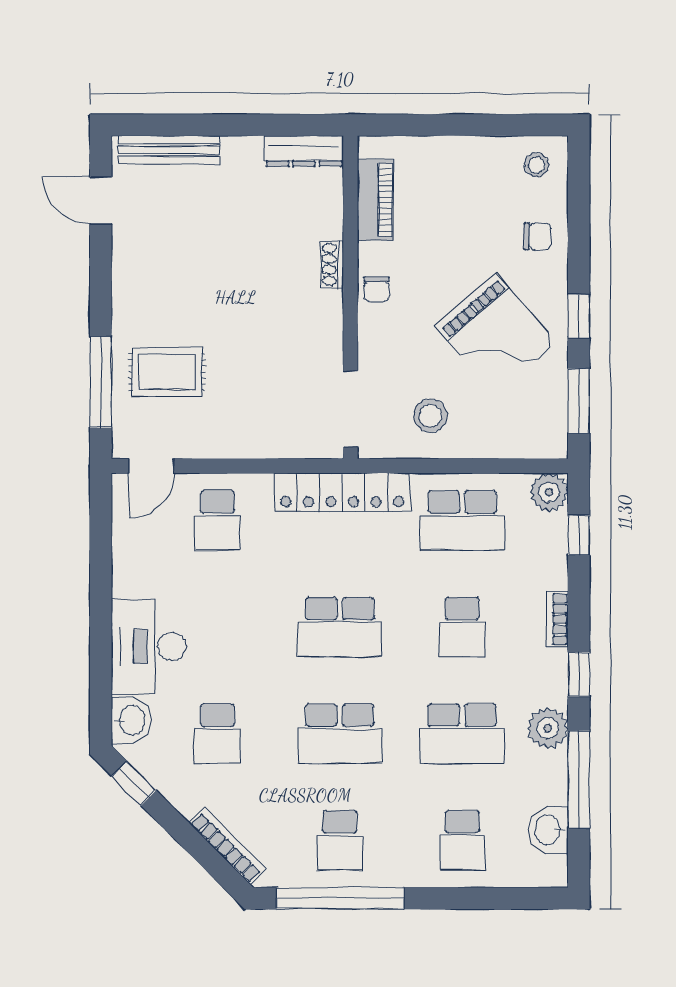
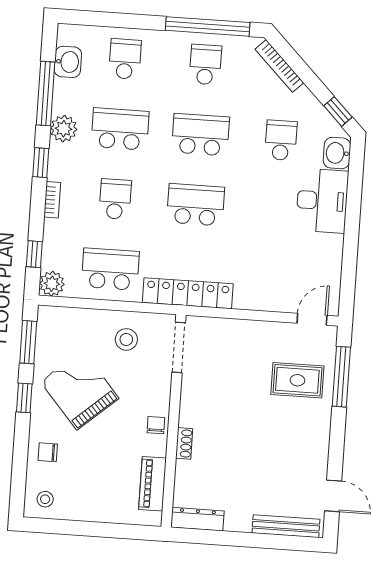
school desk: (217, 520) -> (271, 280), removed

